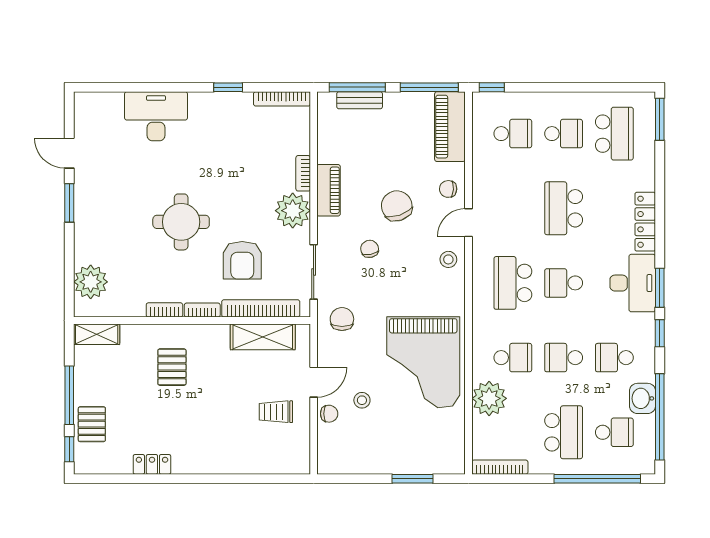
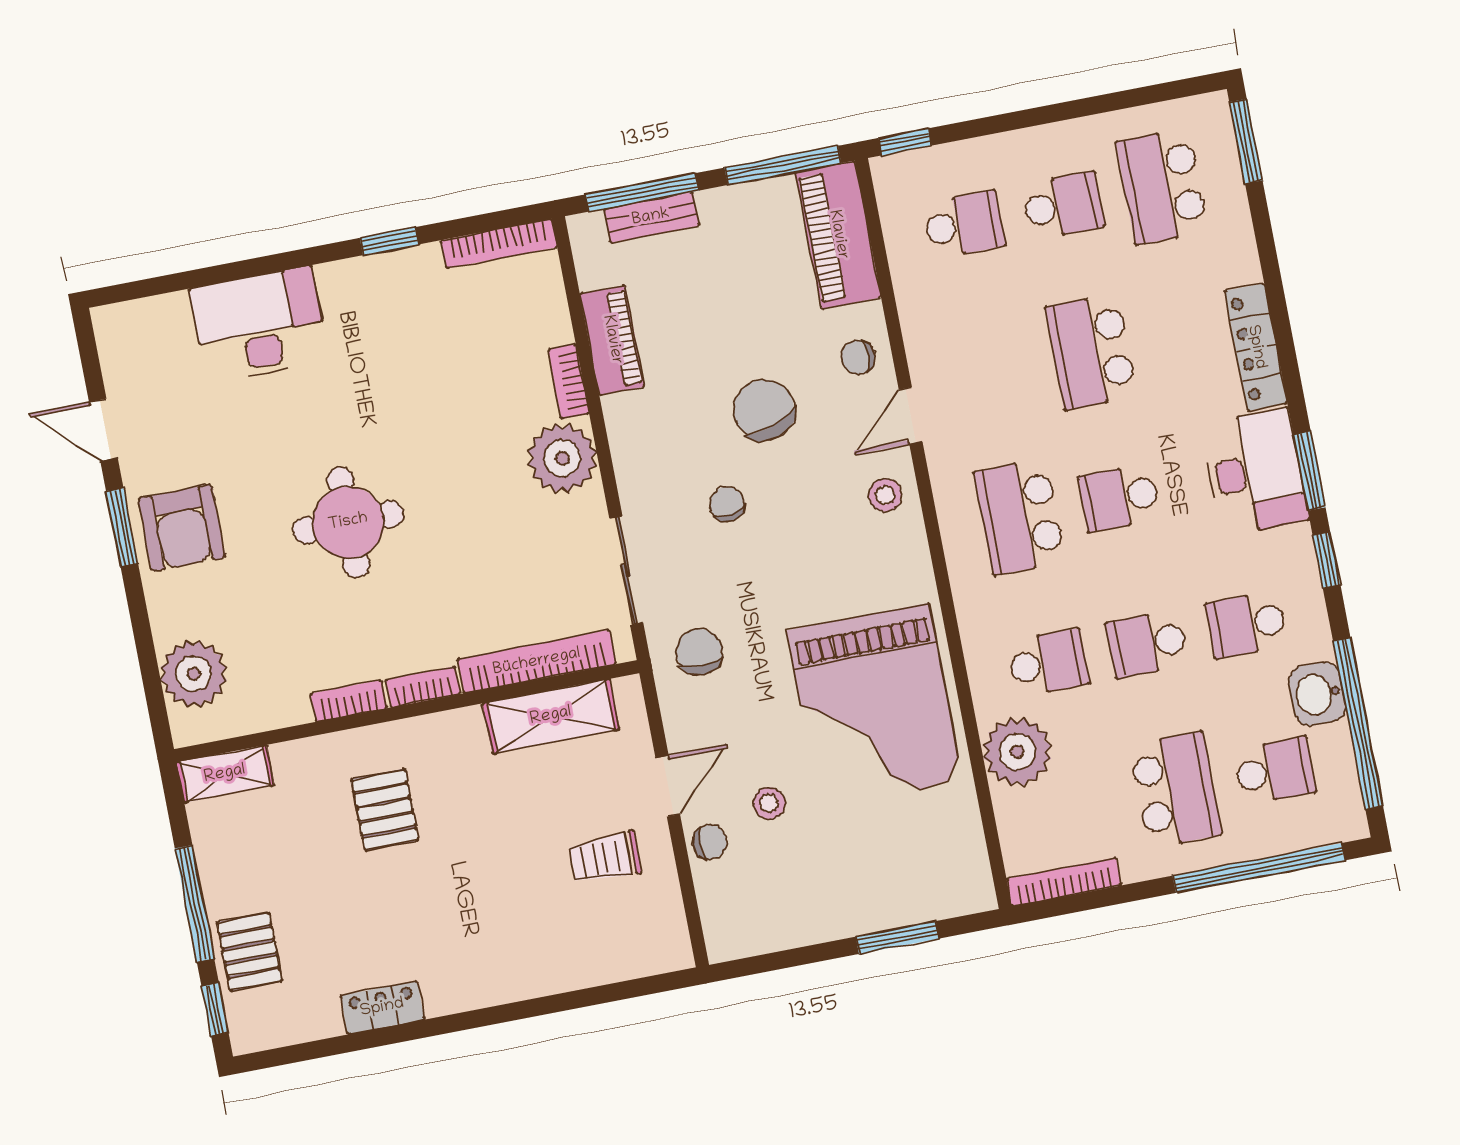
school desk: (614, 134) -> (1162, 186), turned 180
piano: (329, 190) -> (612, 340), moved
armchair: (242, 260) -> (182, 528), moved

